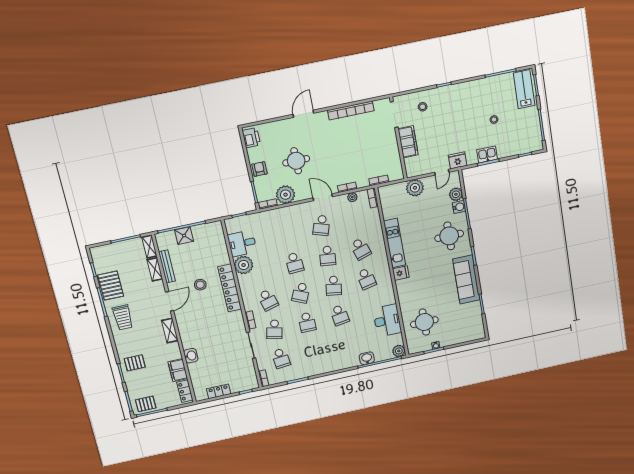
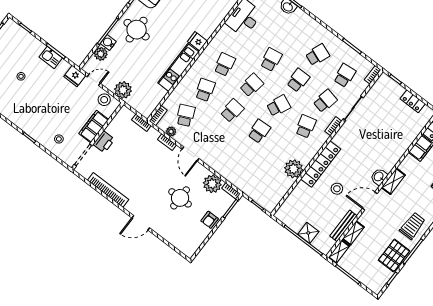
printer: (251, 138) -> (104, 142), moved, turned 180
stool: (421, 167) -> (104, 100), added
school desk: (321, 225) -> (186, 115), moved, turned -42
desk: (242, 243) -> (278, 184), removed
school desk: (313, 351) -> (318, 55), added
washbasin: (191, 356) -> (379, 177), moved

